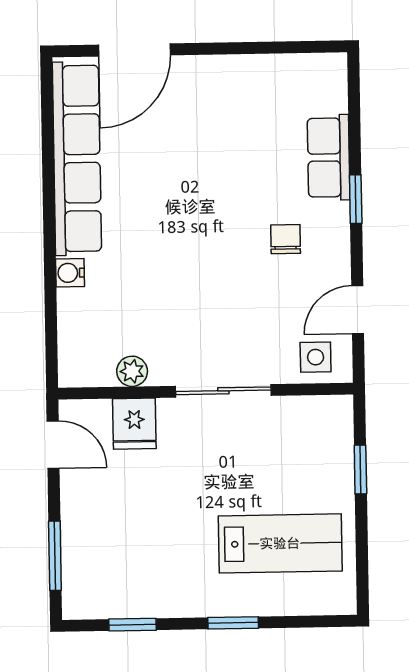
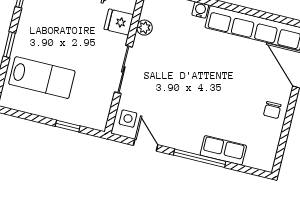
window: (356, 199) -> (200, 158), width x2.17
chair: (286, 239) -> (272, 110), moved, turned 90
lab bench: (280, 543) -> (42, 78), turned -90

